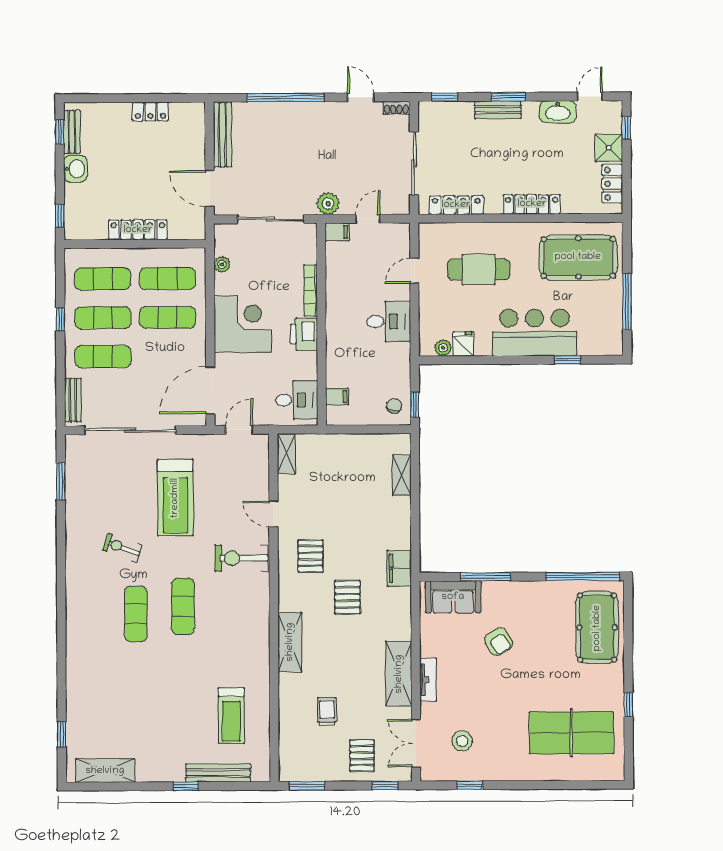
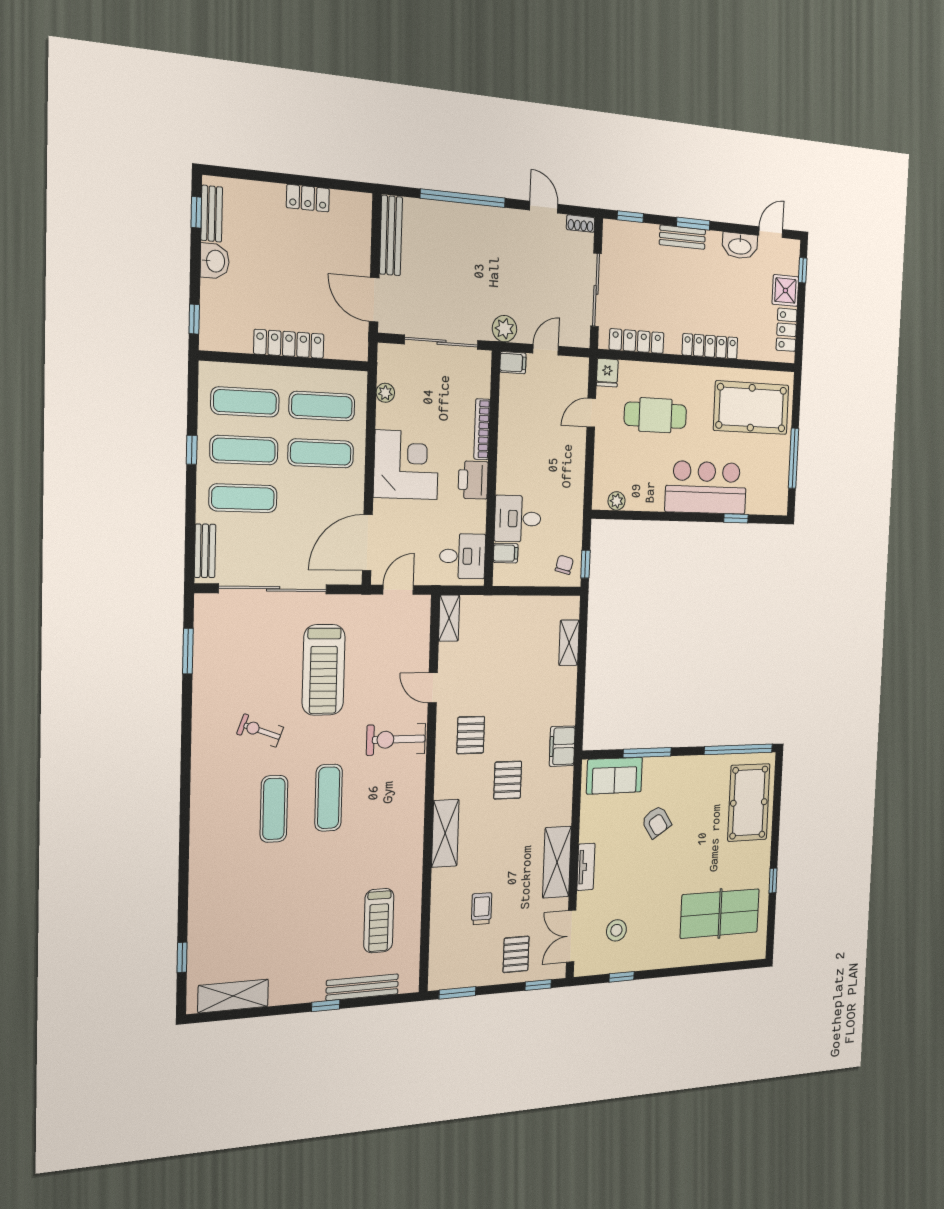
desk: (389, 322) -> (518, 519), moved, turned 180
fridge: (463, 344) -> (607, 373), moved, turned 180

